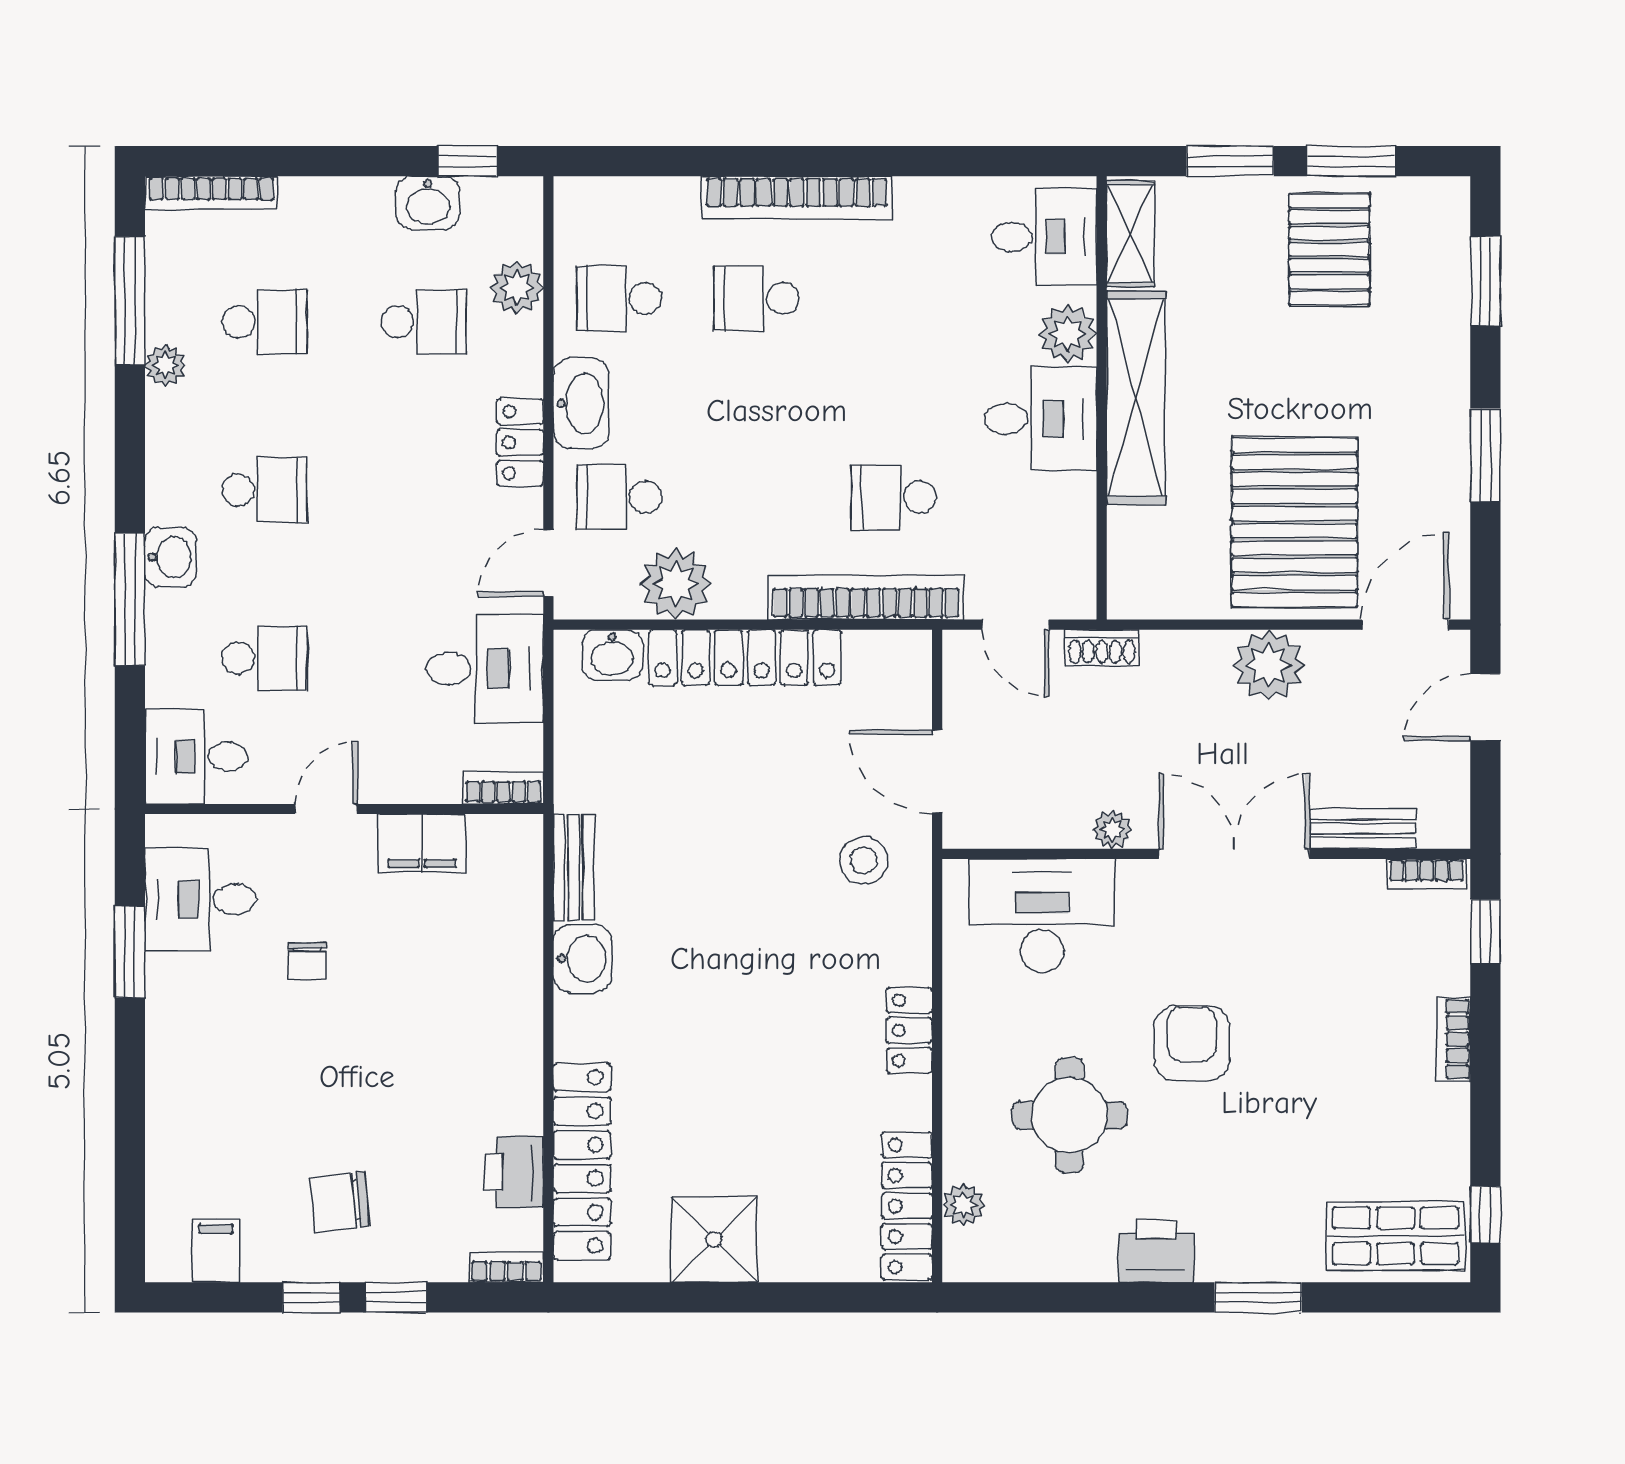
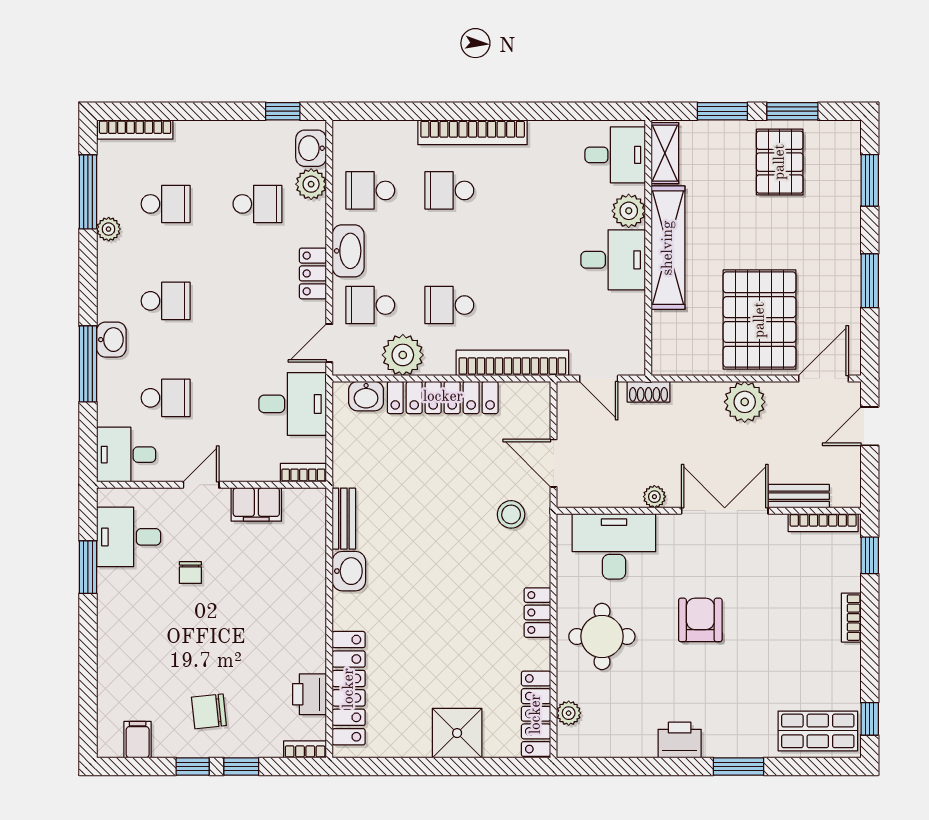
washbasin: (428, 203) -> (311, 148), moved, turned 90
school desk: (894, 497) -> (449, 305), moved
bookcase: (1427, 874) -> (823, 523), width x1.56
round table: (1069, 1115) -> (602, 636), moved
shower: (714, 1239) -> (457, 733), moved

